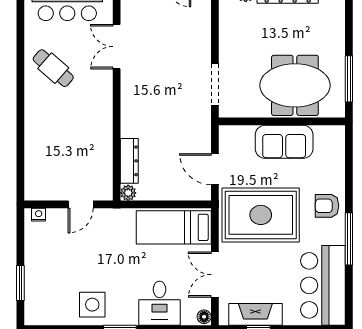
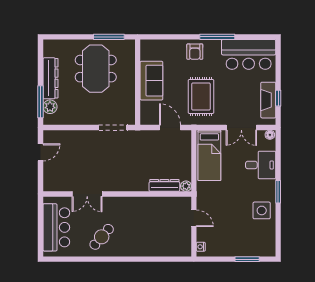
meeting table: (295, 85) -> (96, 69), moved
door: (215, 169) -> (170, 128), swing flipped
rug: (261, 215) -> (201, 96), width x0.73, depth x0.69

